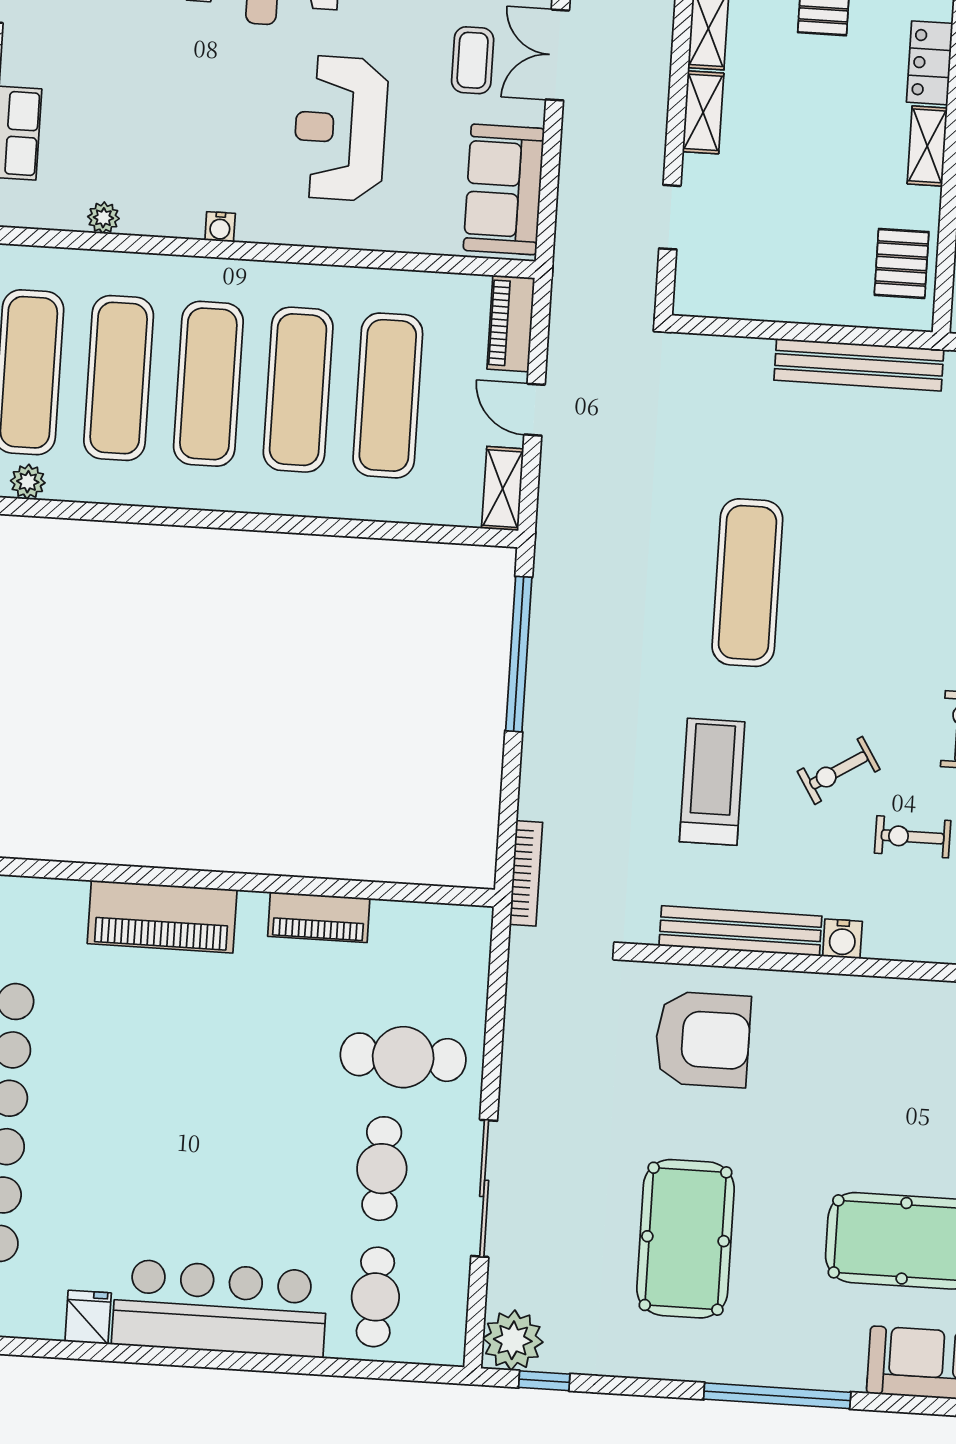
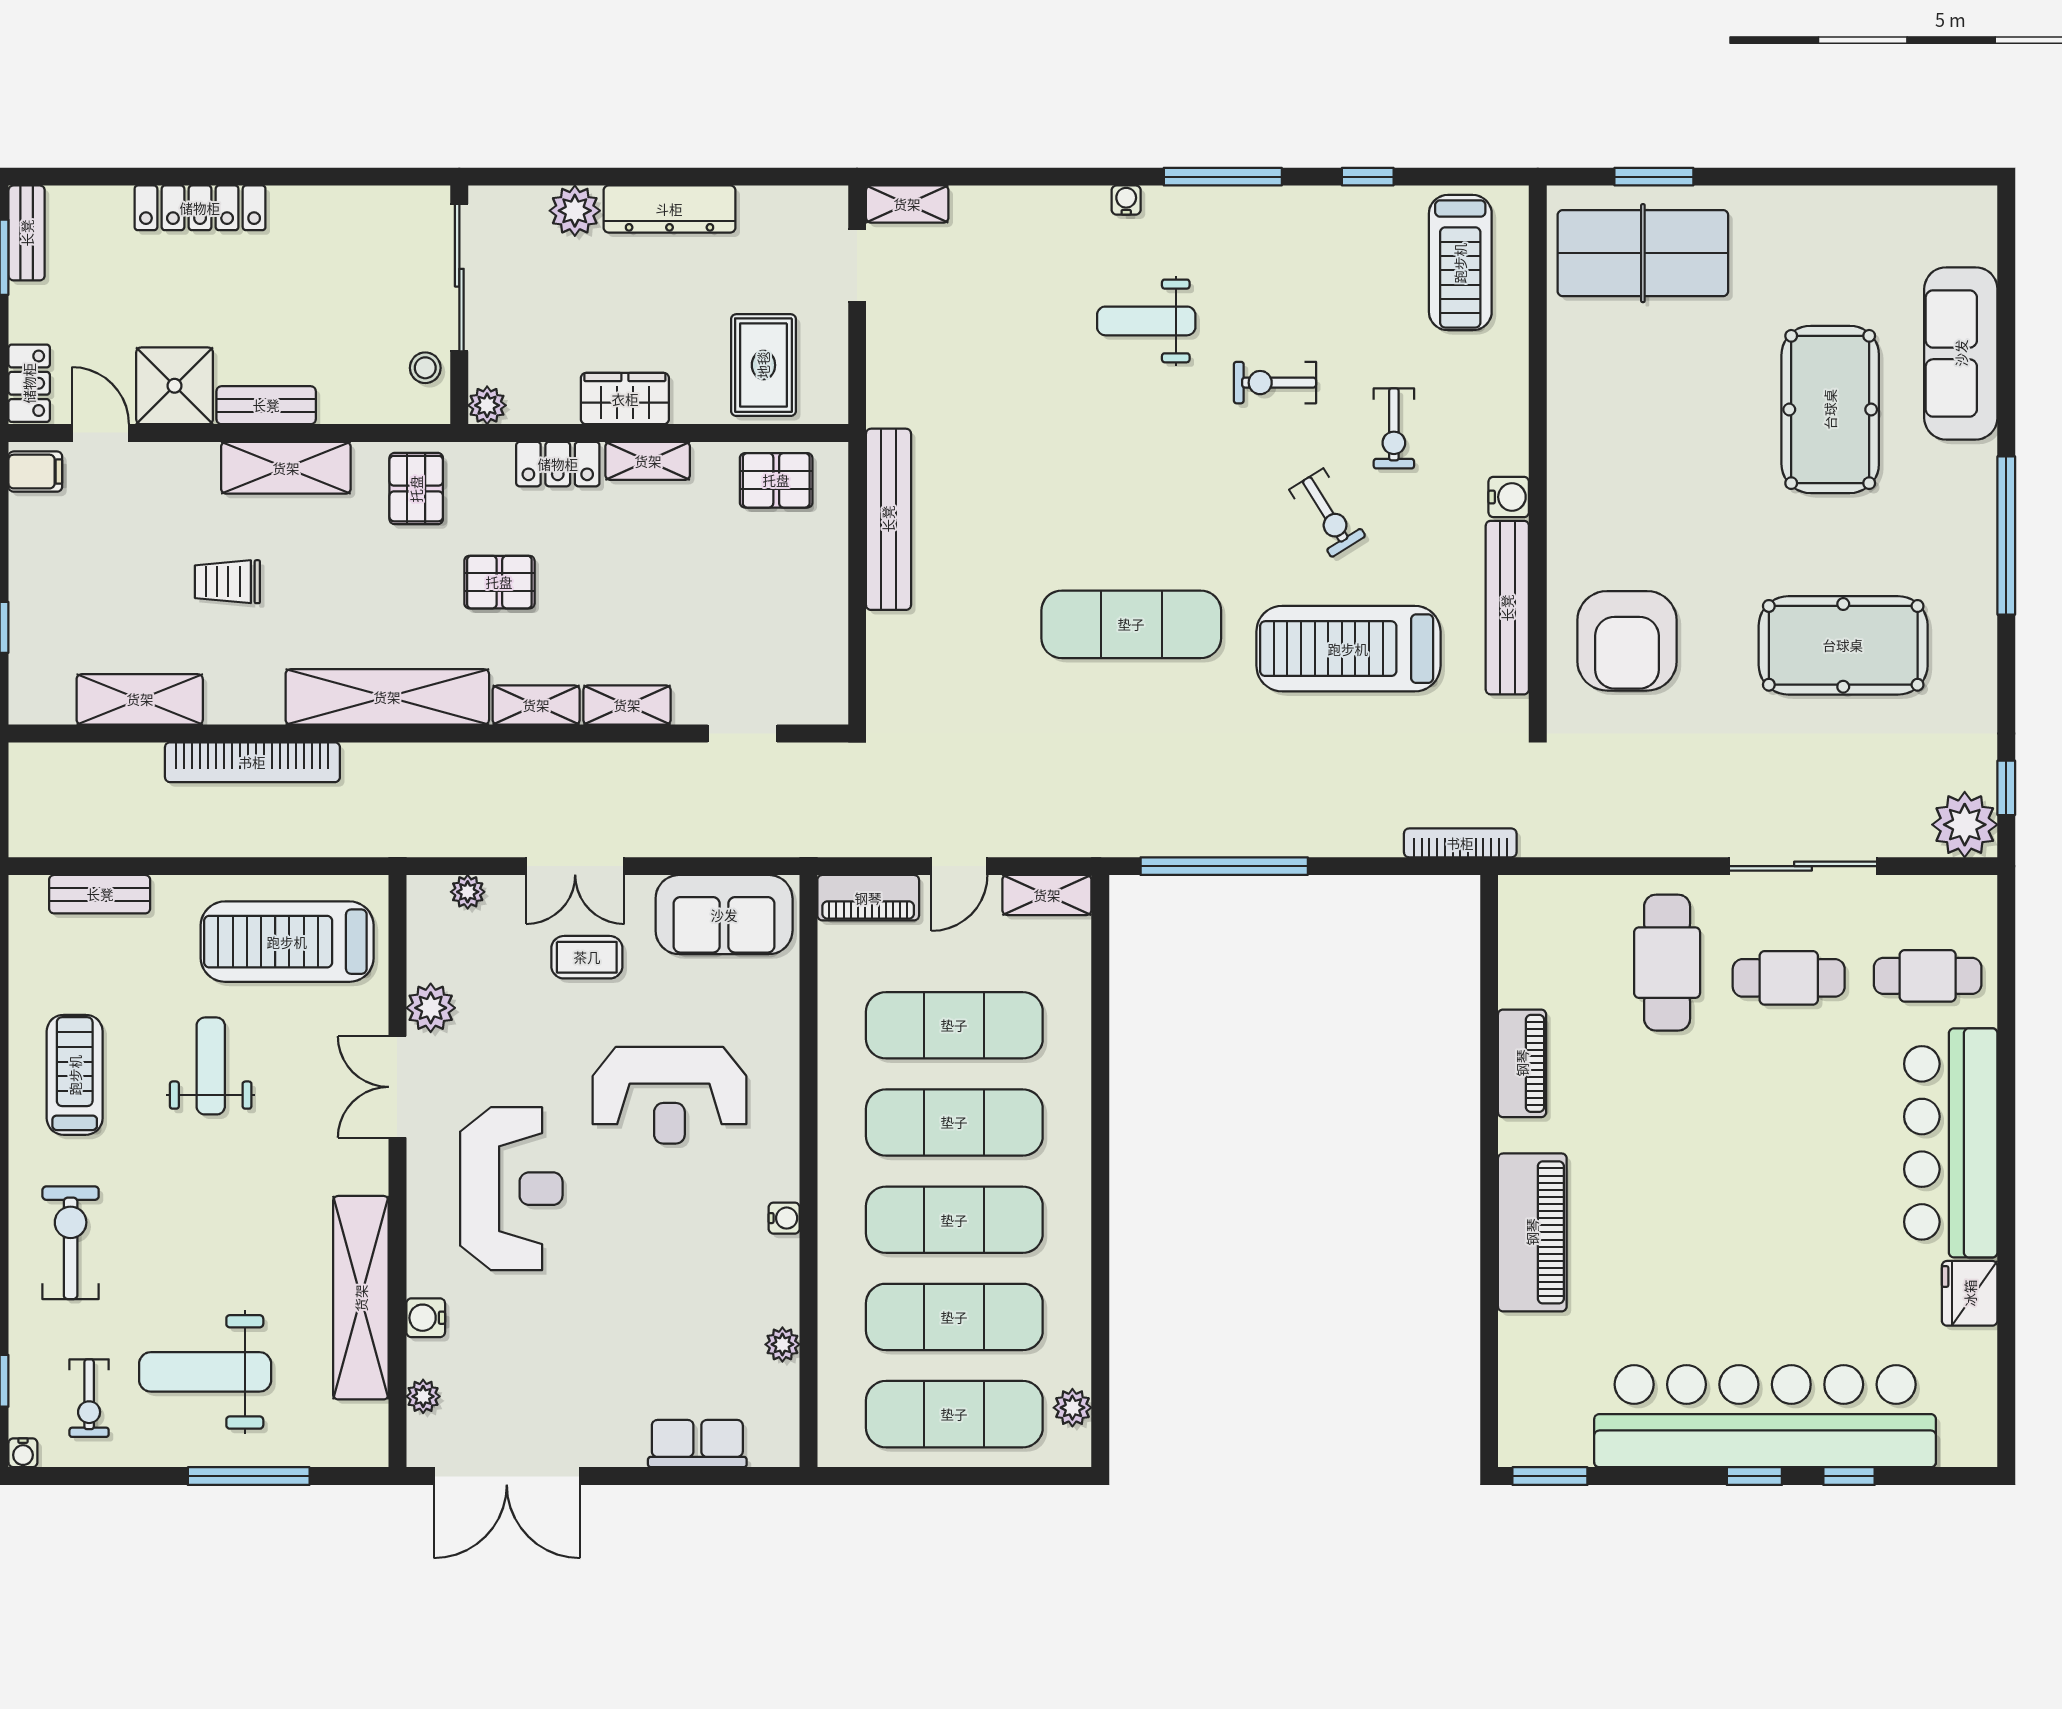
treadmill: (712, 782) -> (1348, 649), width x1.37, depth x1.38
armchair: (703, 1039) -> (1627, 641), turned 180
fridge: (88, 1317) -> (1970, 1293), width x1.38

